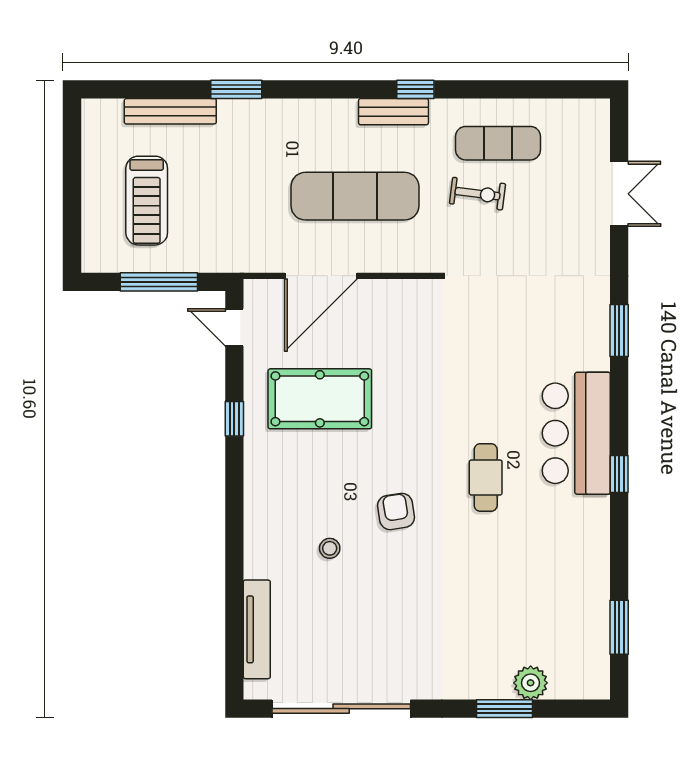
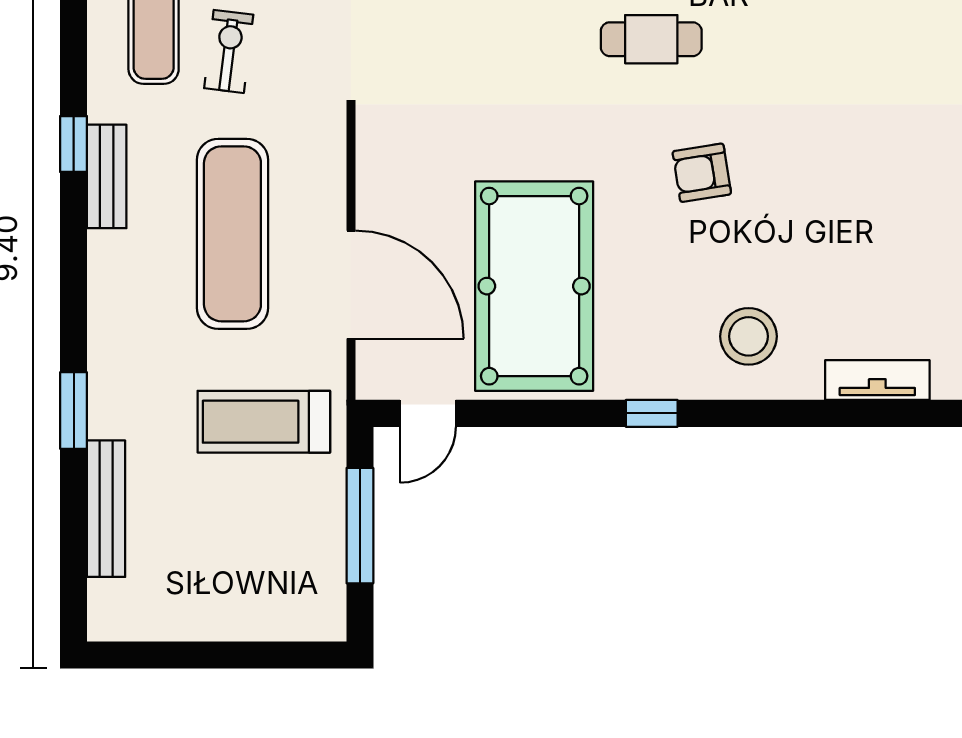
treadmill: (147, 201) -> (264, 422), moved, turned 180
pool table: (320, 399) -> (534, 286), width x1.36, depth x1.32
window: (234, 419) -> (652, 413), moved
stool: (330, 548) -> (749, 336), moved, width x1.89, depth x1.89
tv unit: (257, 629) -> (877, 380), width x0.71

